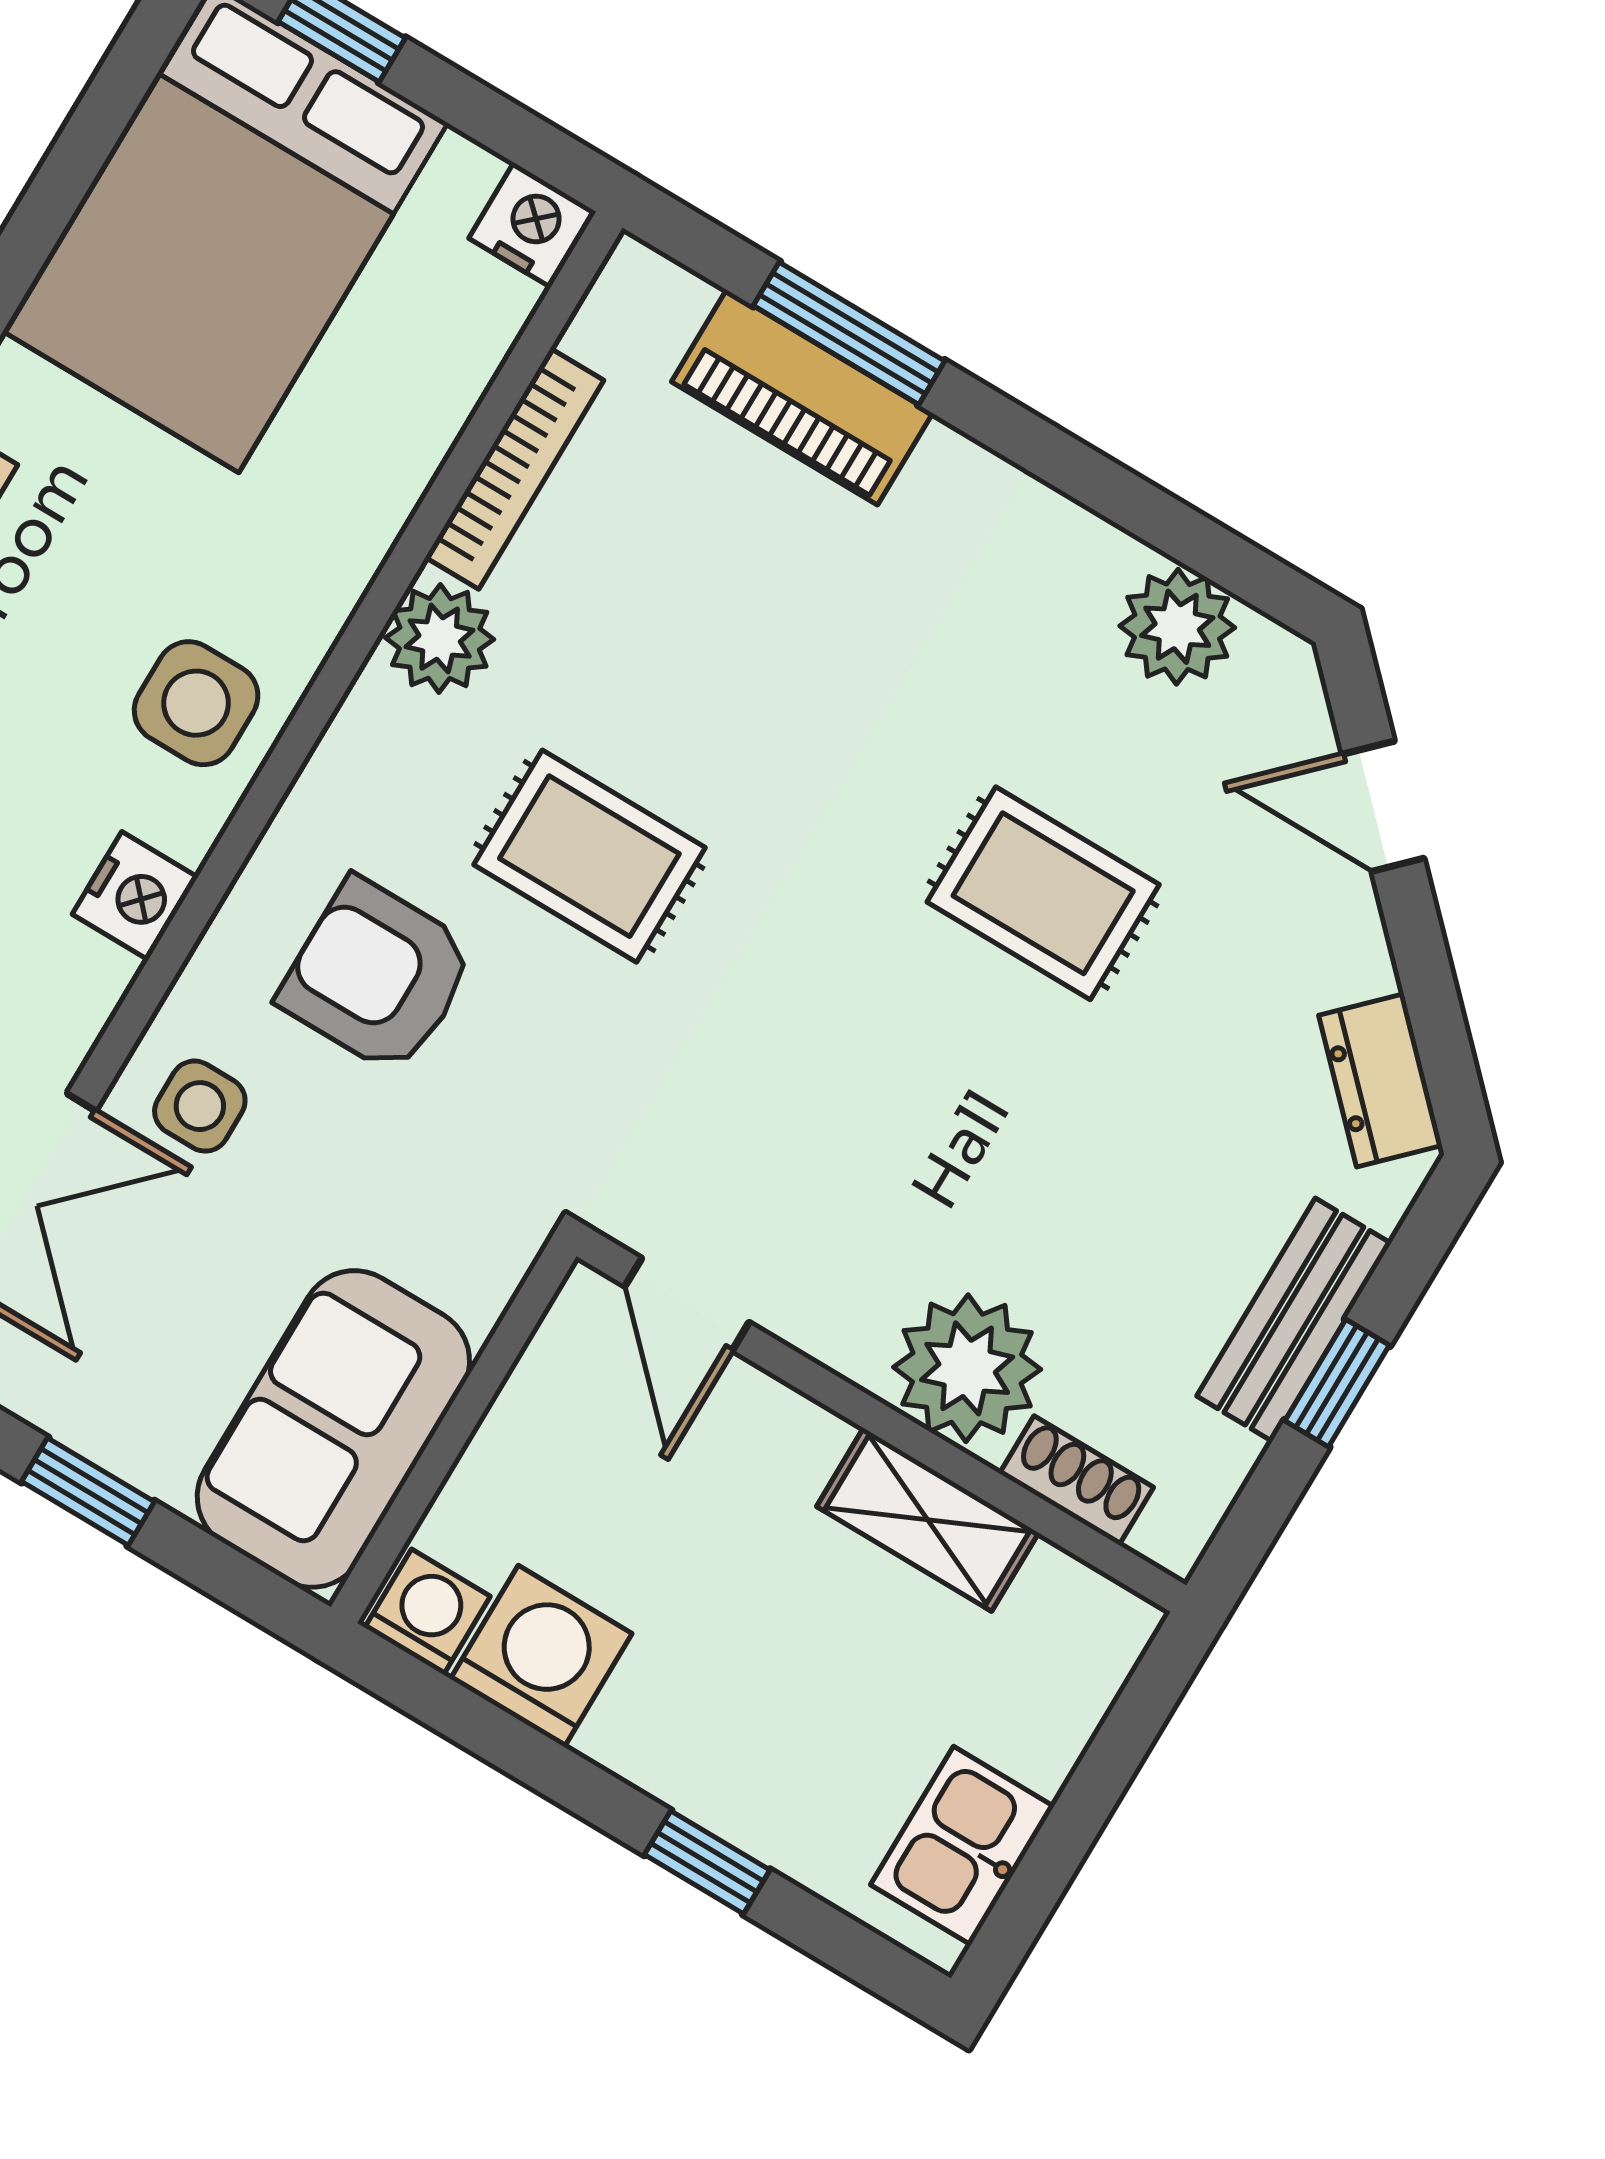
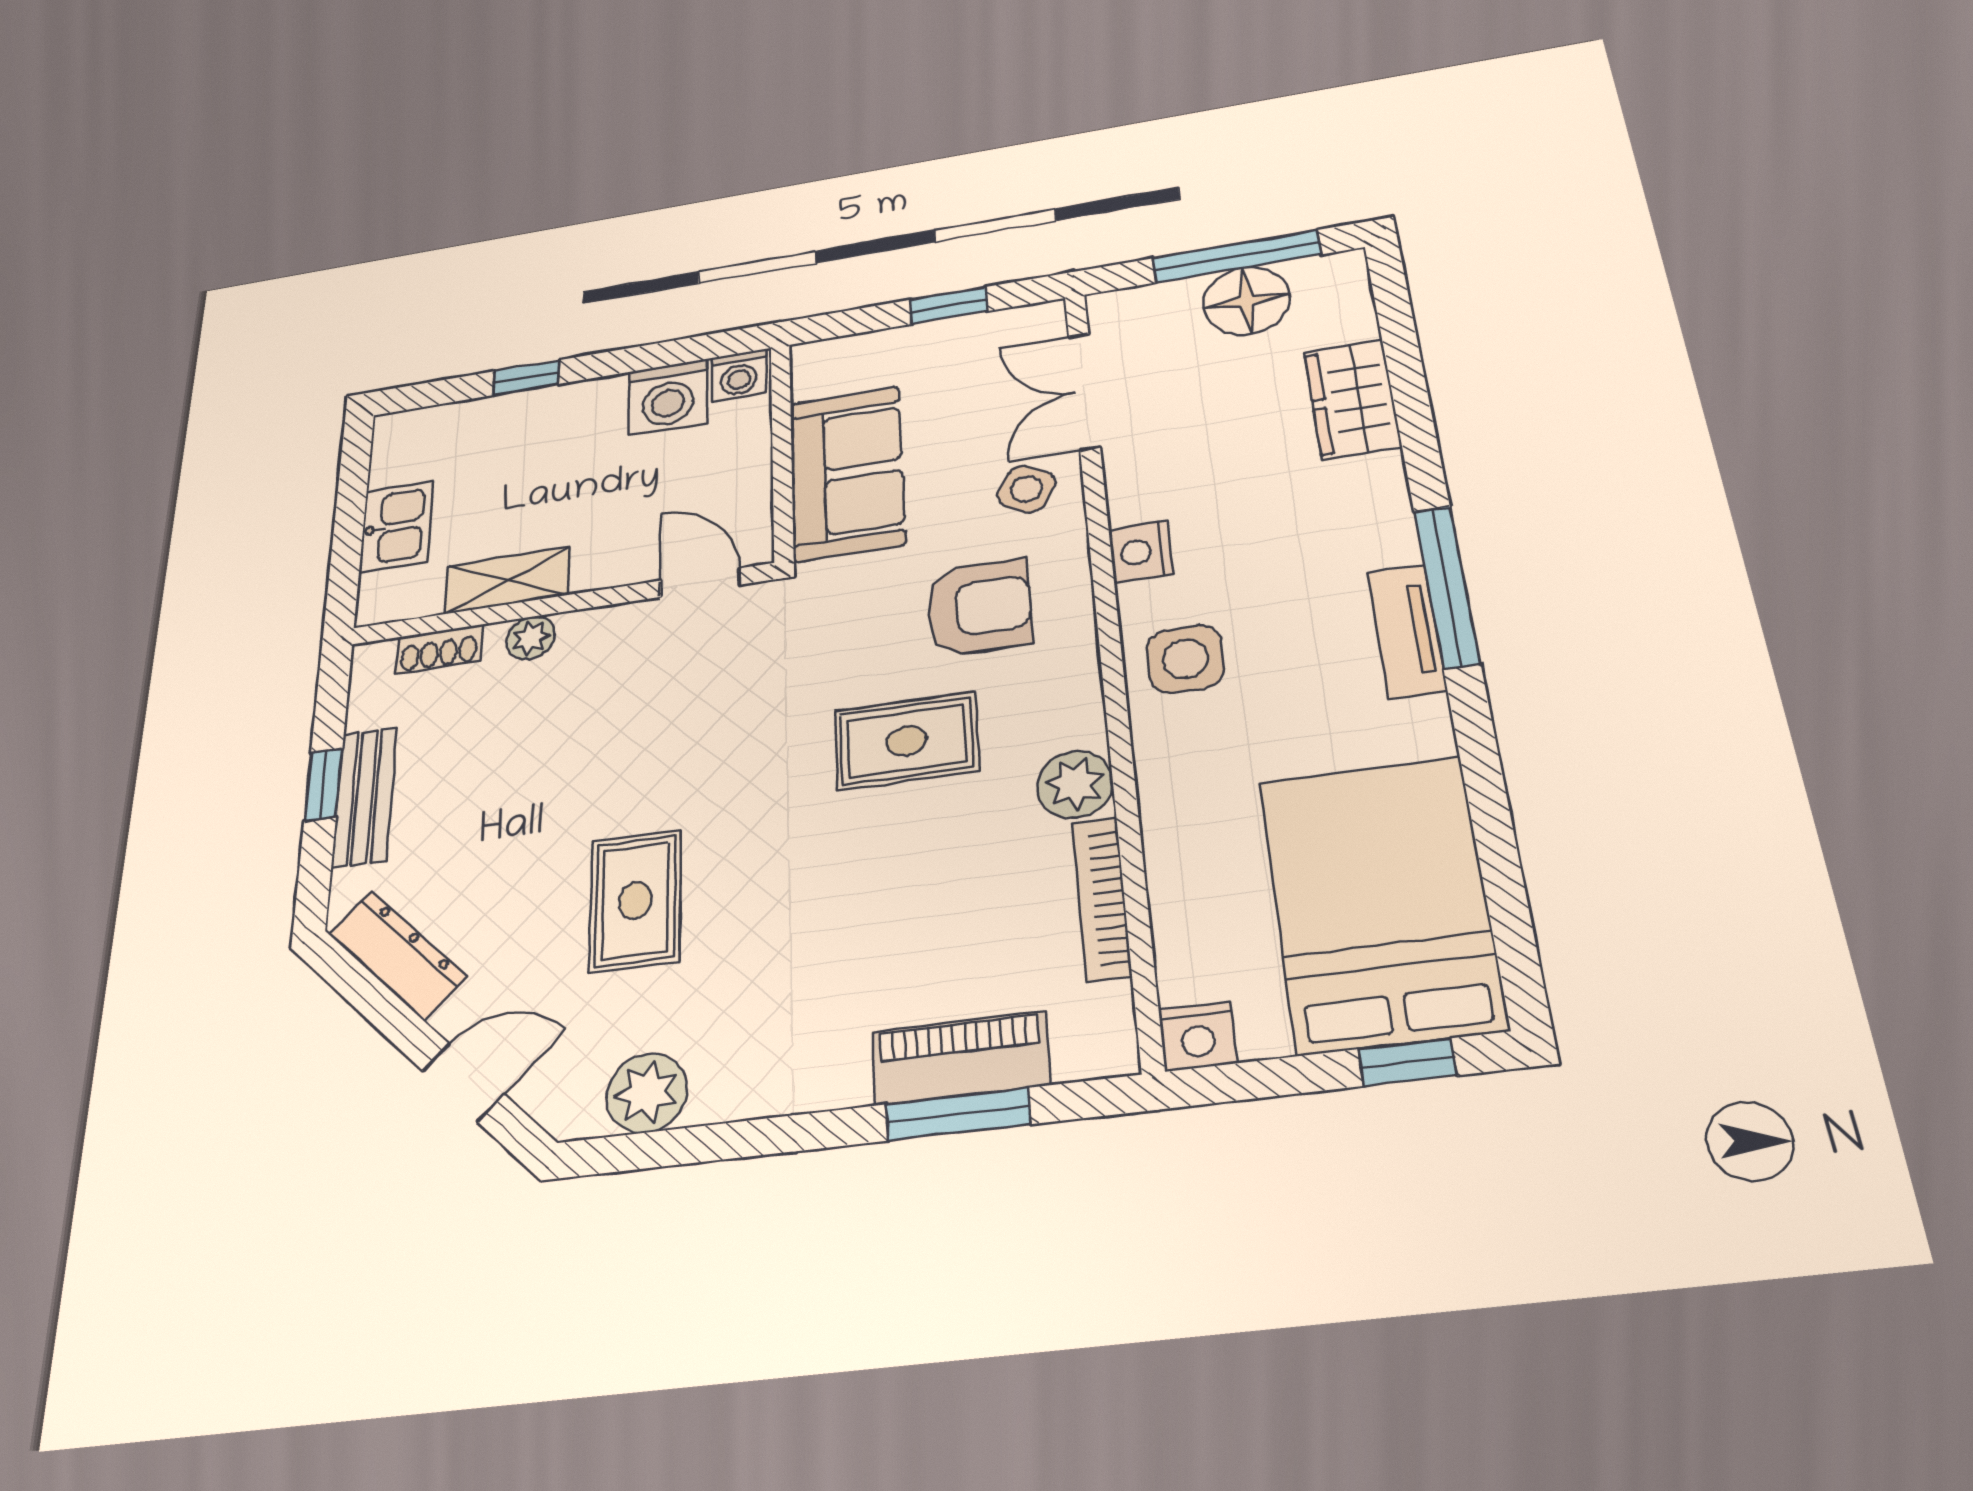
rug: (1043, 893) -> (635, 900), turned 90
dresser: (1380, 1080) -> (397, 955), width x1.44
side table: (200, 1106) -> (1026, 489), turned 31
plant: (967, 1368) -> (531, 638), width x0.53, depth x0.53
sofa: (333, 1429) -> (847, 473), moved
kitchen sink: (962, 1846) -> (396, 526), moved

